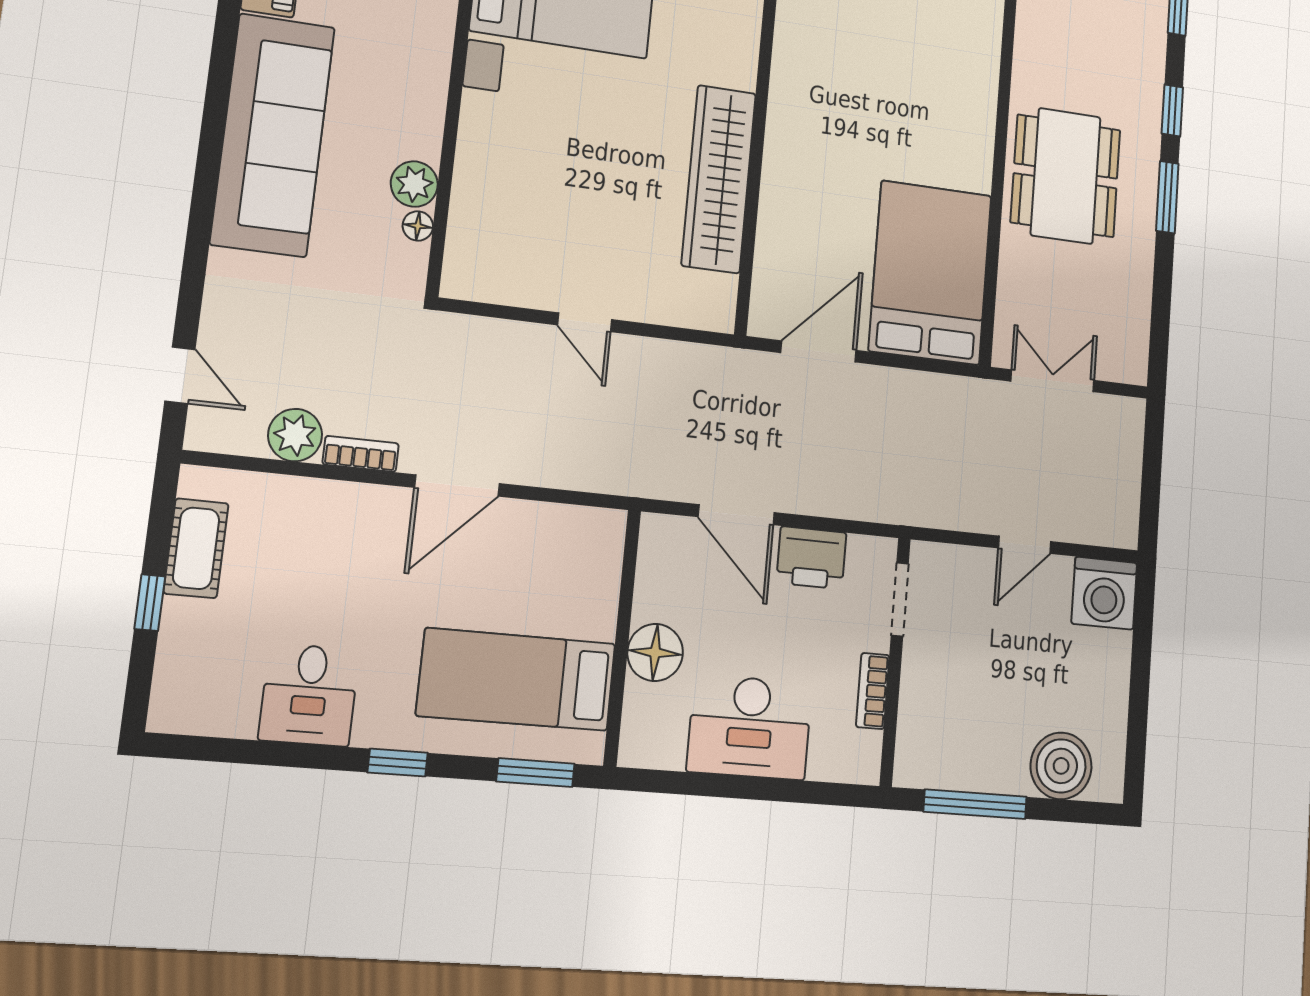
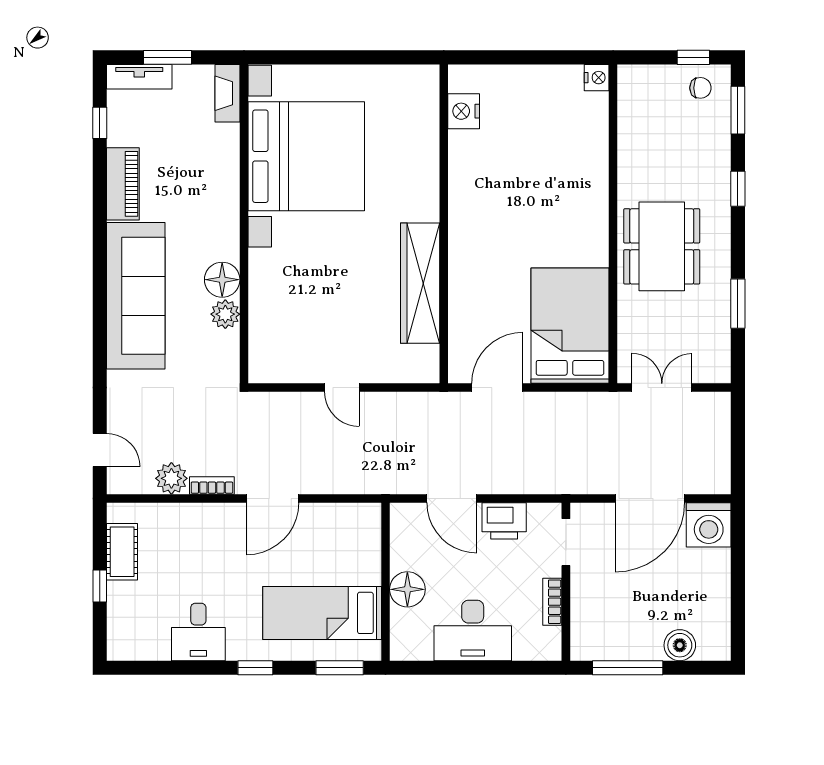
window: (1167, 197) -> (738, 304), moved
floor lamp: (418, 226) -> (222, 280), moved, width x1.89, depth x1.89
door: (1025, 545) -> (650, 499), width x1.87
boiler: (1061, 766) -> (680, 645), width x0.73, depth x0.73

